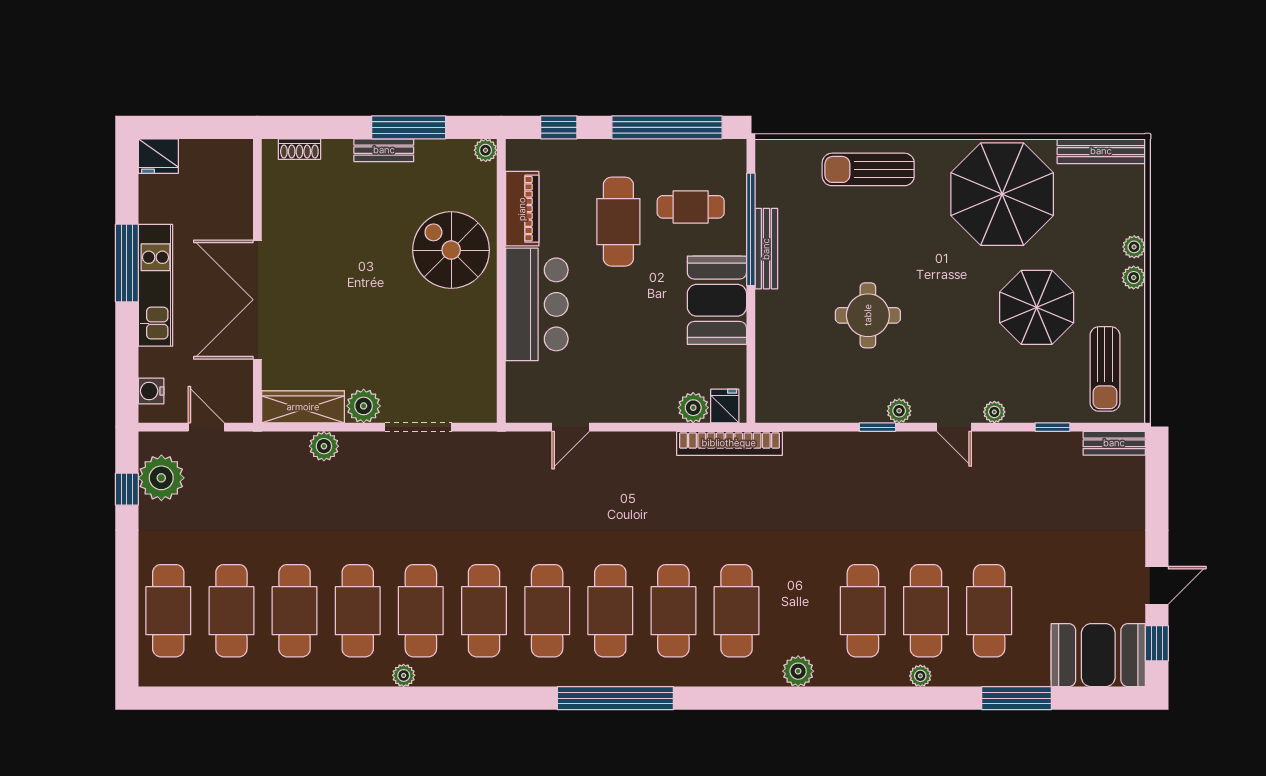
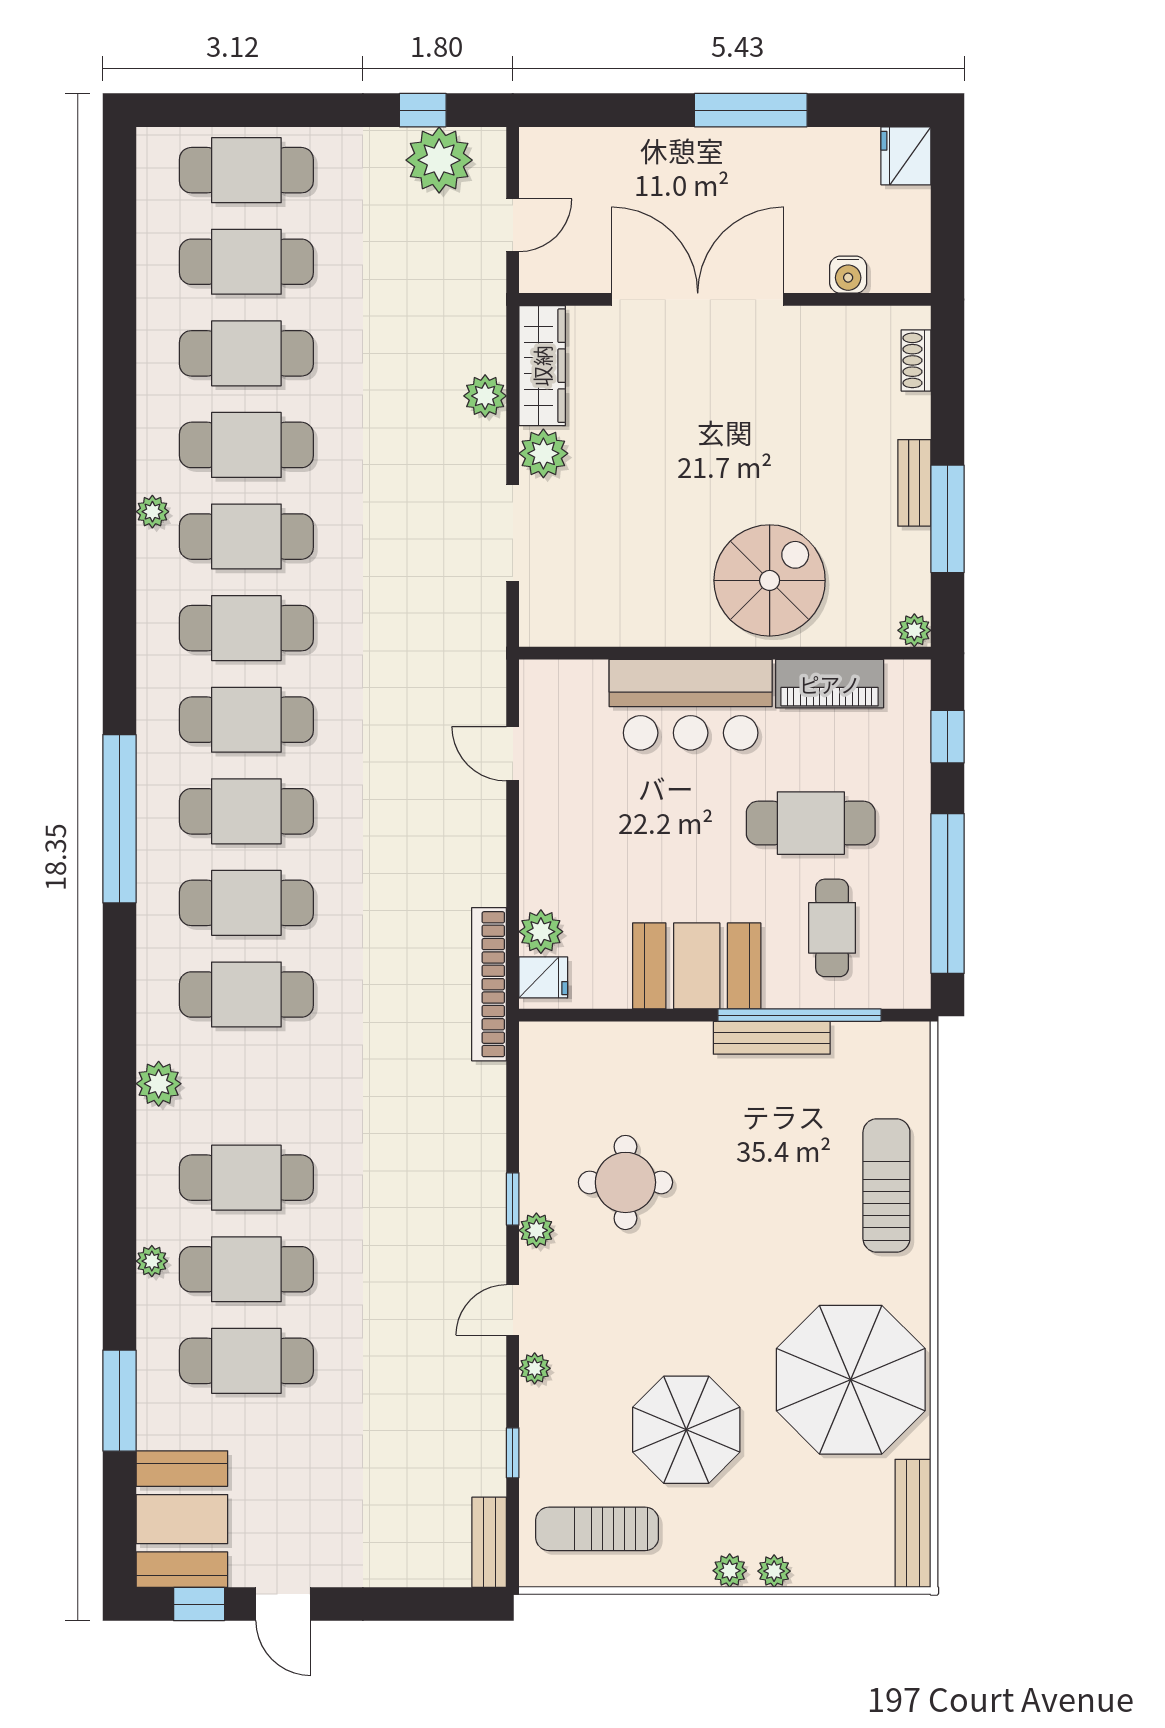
kitchen unit: (156, 285) -> (718, 152), removed
round table: (868, 315) -> (625, 1182), moved
water cooler: (151, 391) -> (848, 275), moved, turned 180

